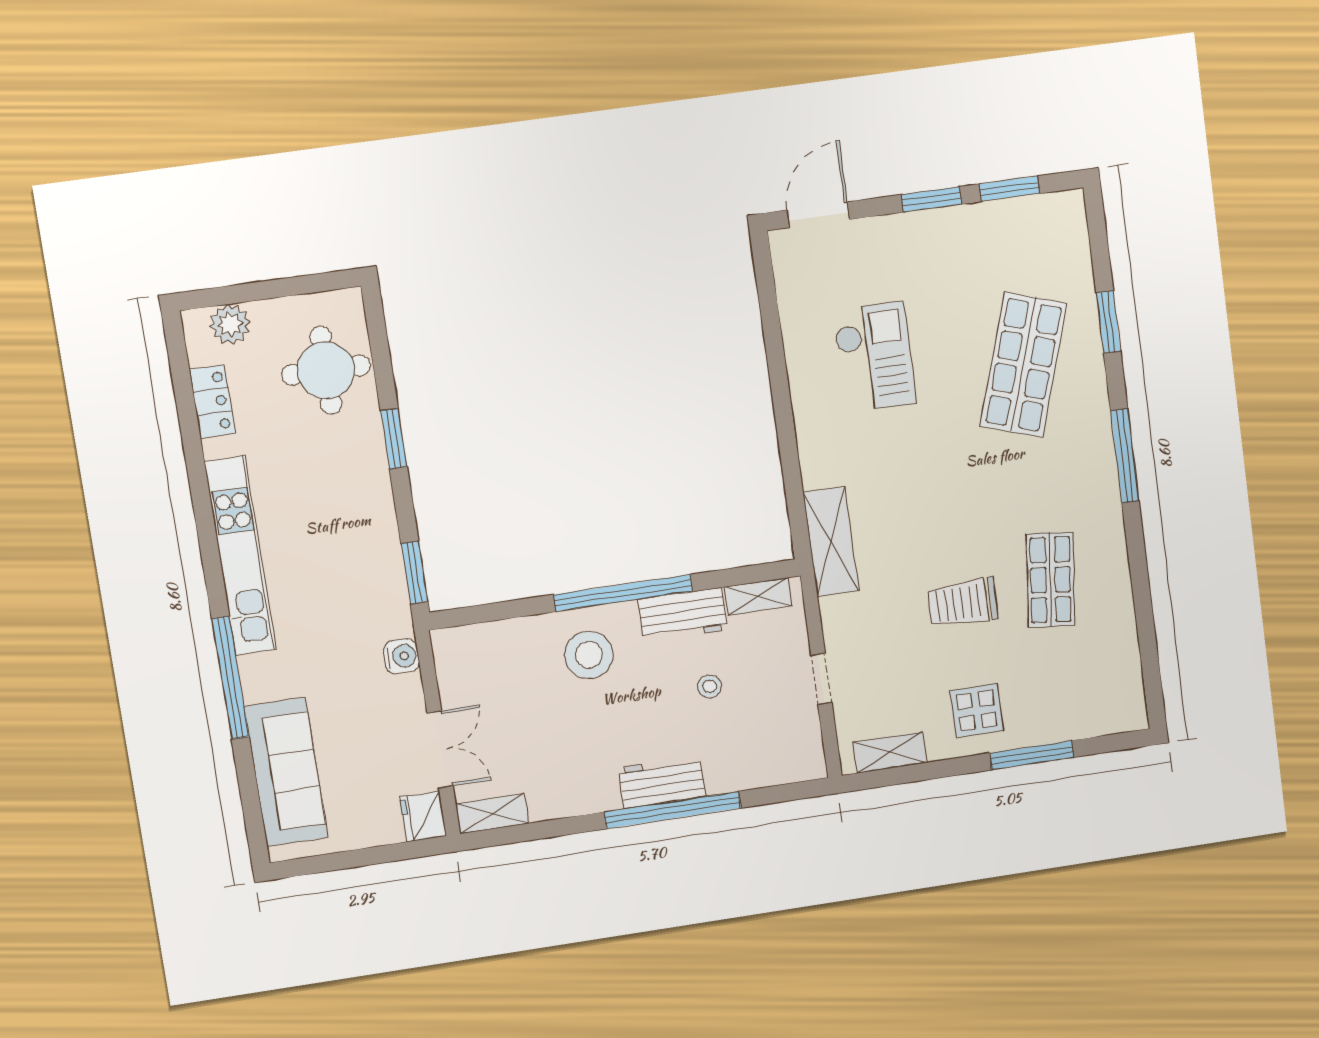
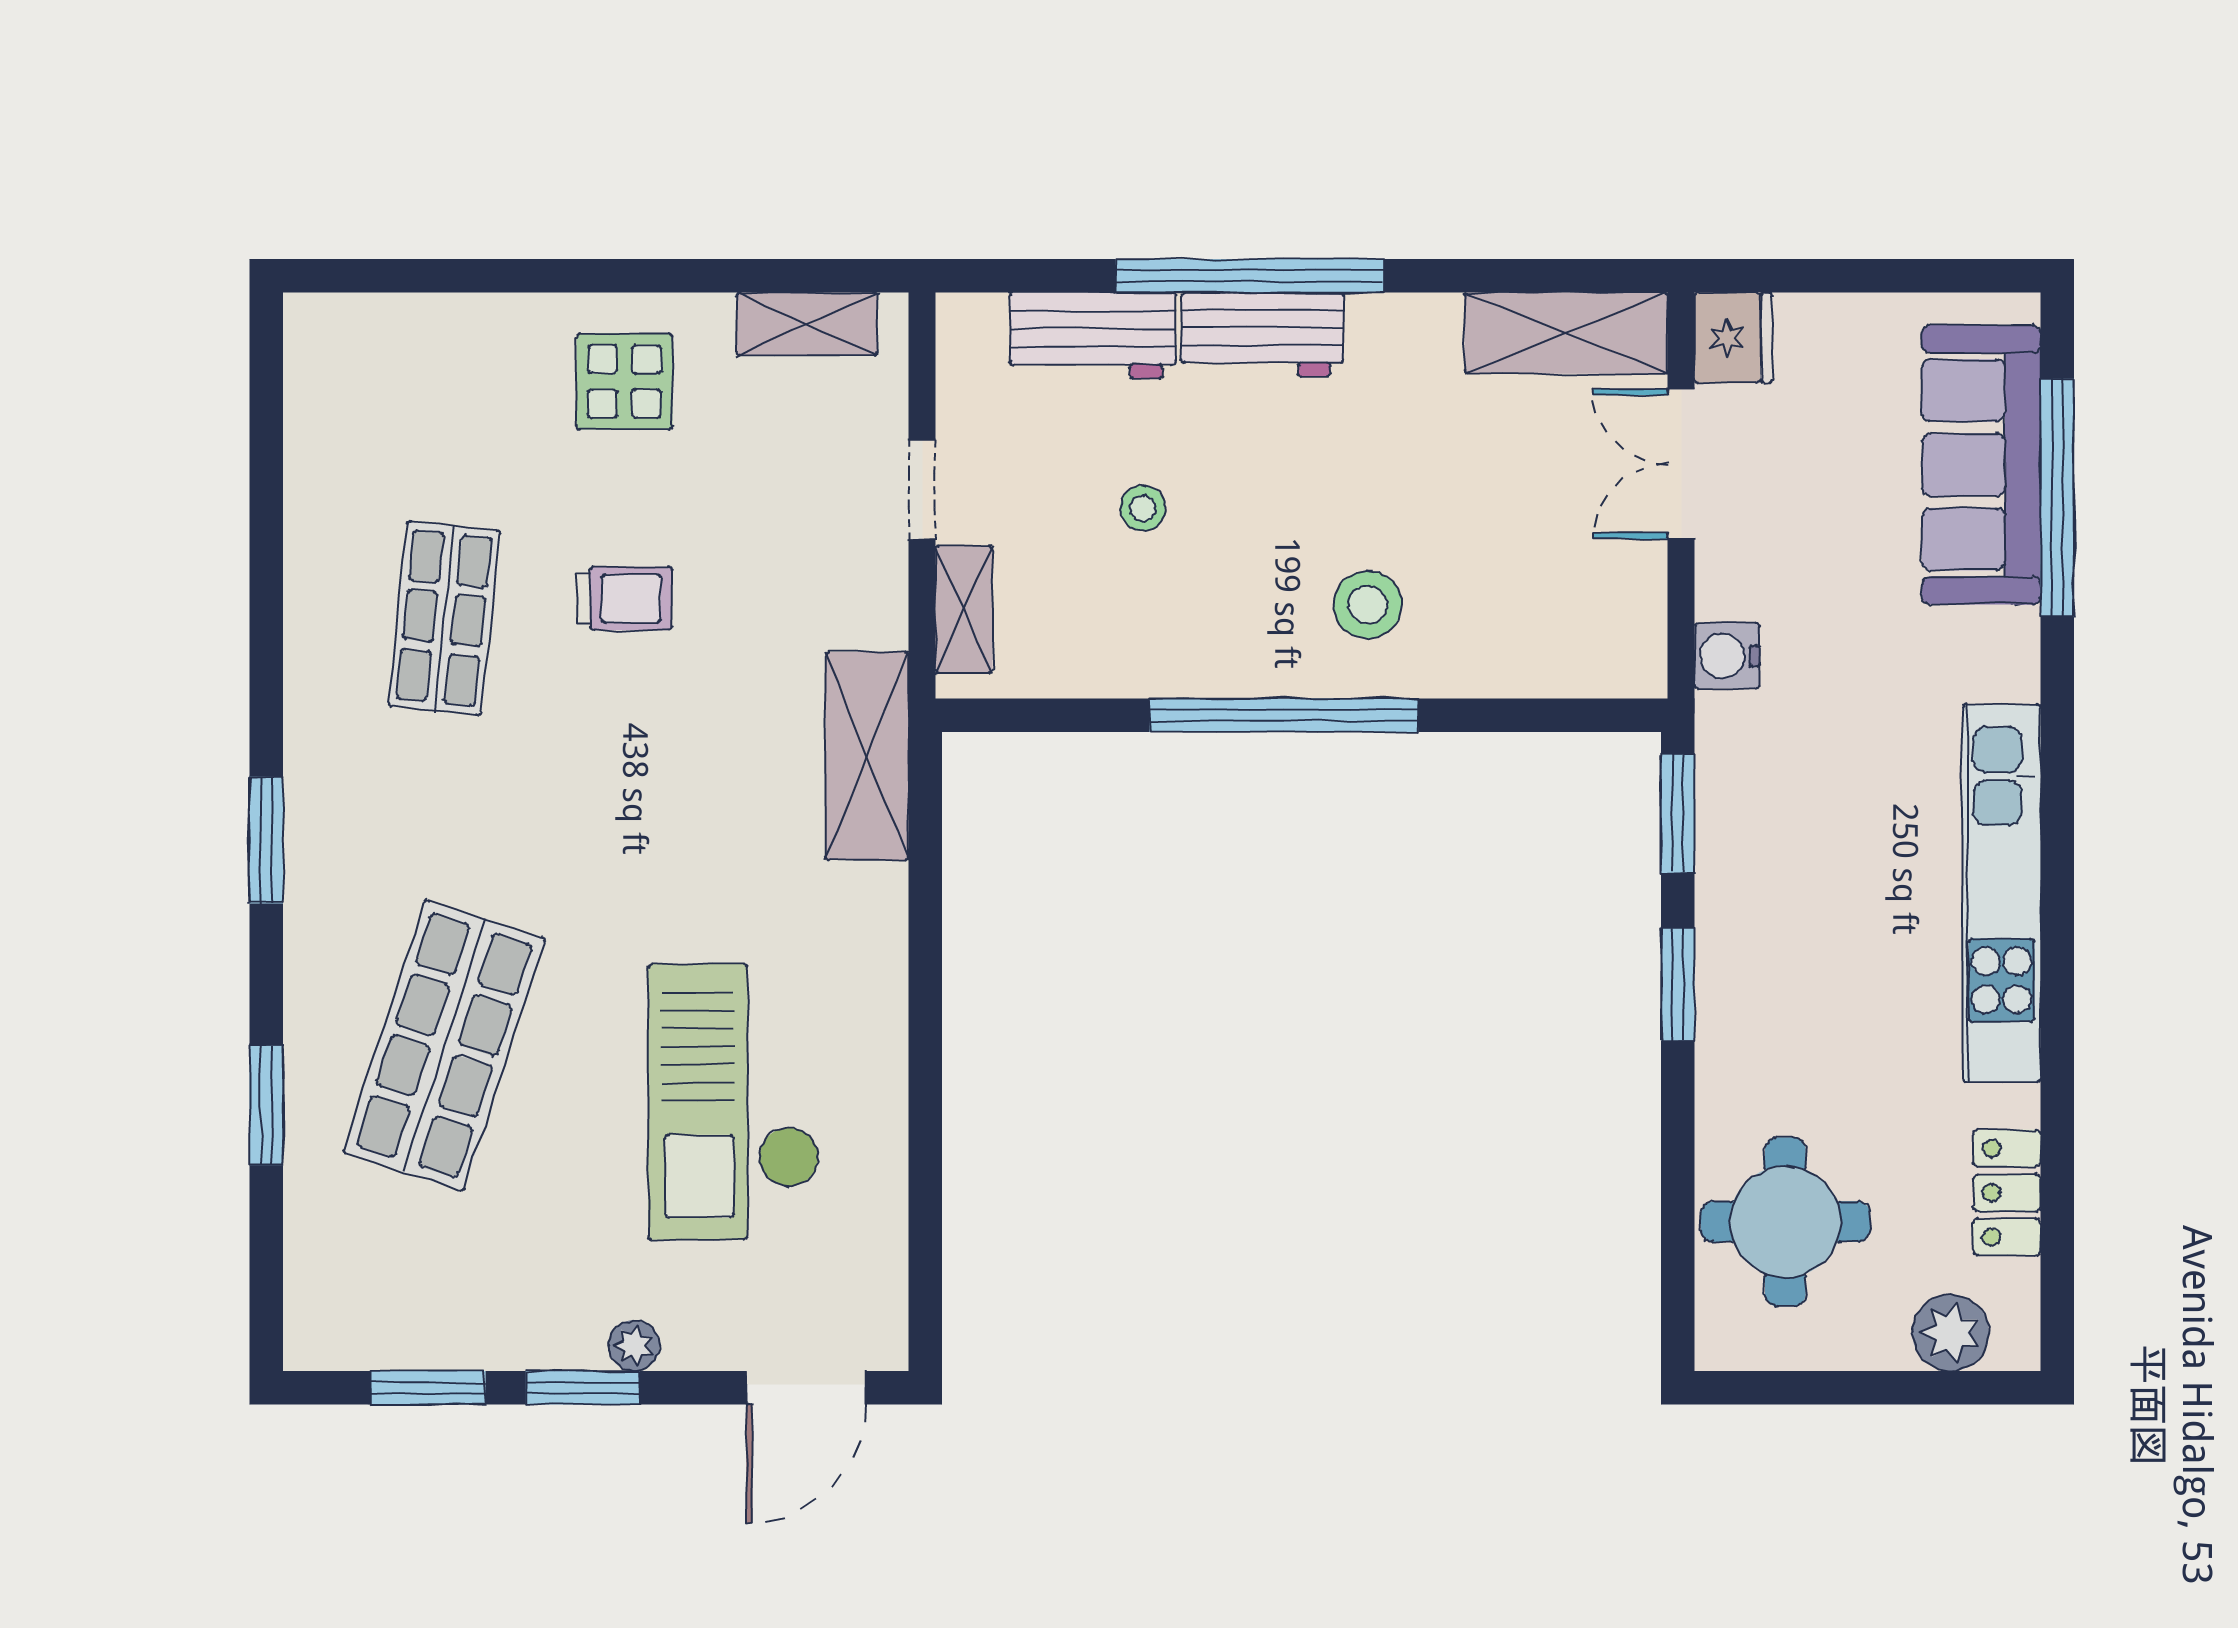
plant: (908, 225) -> (634, 1346), added
checkout: (874, 357) -> (734, 1102), width x1.36, depth x1.21
window: (394, 439) -> (1678, 984), moved
window: (1125, 456) -> (266, 840), width x0.69
shelving: (758, 596) -> (964, 609), moved, turned 90
trolley: (963, 603) -> (624, 599), width x0.73, depth x0.72
workbench: (683, 615) -> (1093, 335), moved, turned 180
stool: (589, 655) -> (1368, 605), width x0.73, depth x0.73
window: (230, 678) -> (2057, 498), moved
window: (1032, 755) -> (526, 276), removed
shelving: (492, 814) -> (1566, 333), width x1.50, depth x1.33

